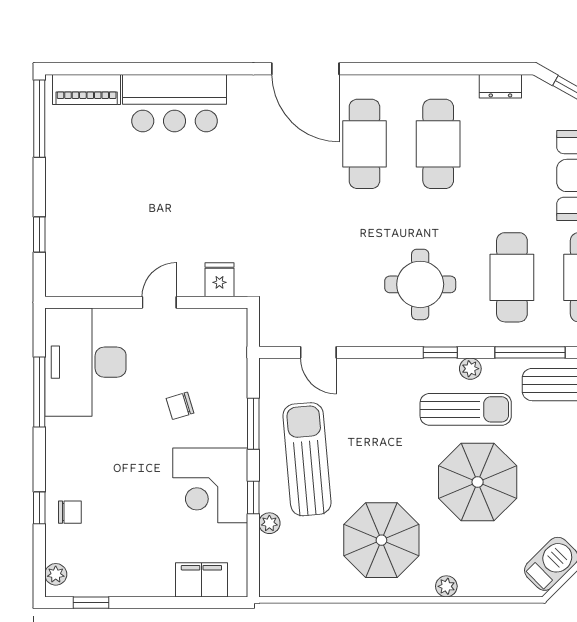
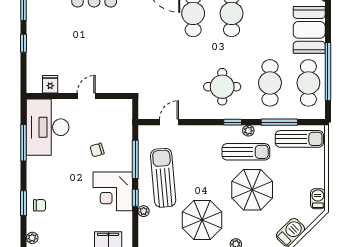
window: (39, 234) -> (24, 43), moved
fridge: (219, 280) -> (50, 84), moved
door: (318, 352) -> (169, 122), swing flipped
window: (253, 424) -> (135, 159), width x1.44
window: (39, 508) -> (24, 203), width x1.50

